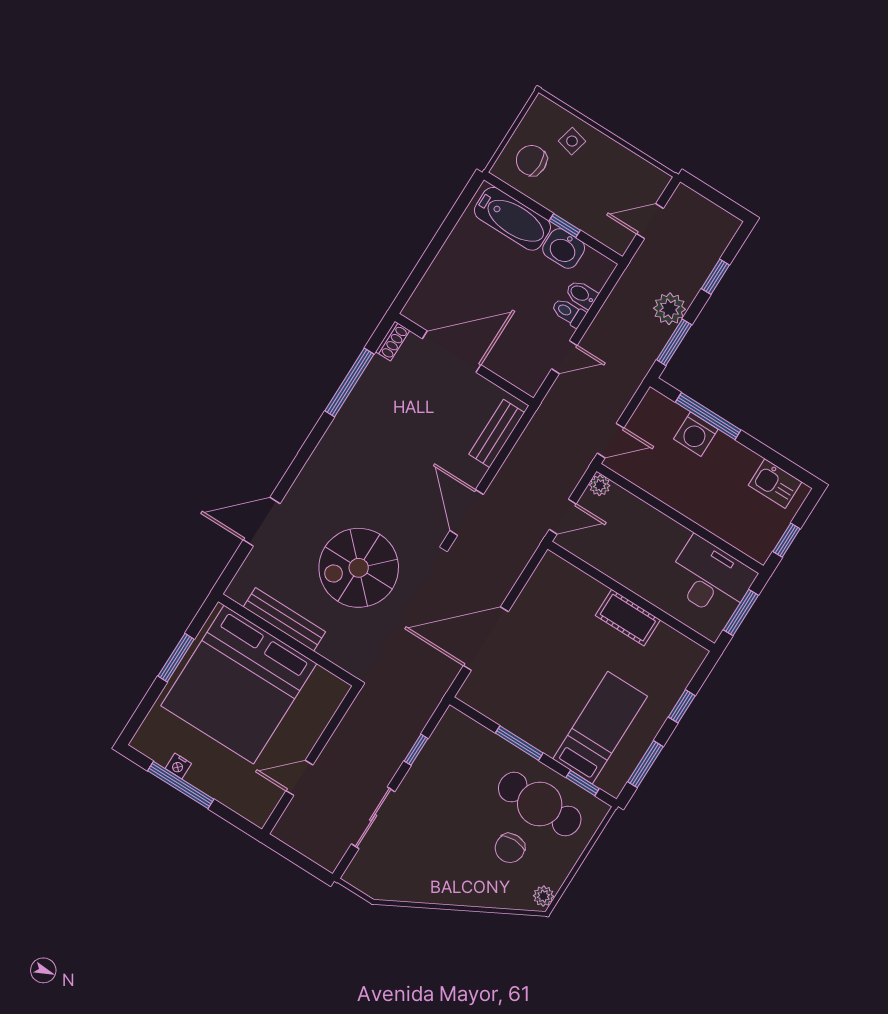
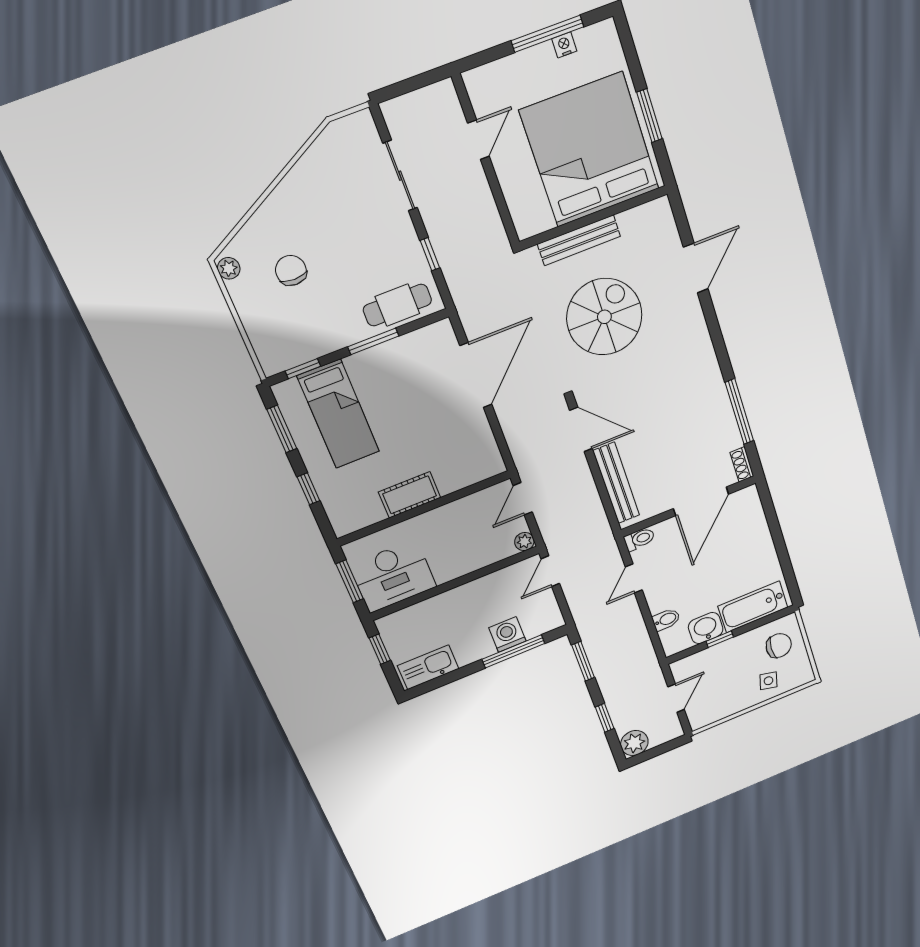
plant: (669, 309) -> (634, 743), moved
toilet: (569, 312) -> (639, 539), moved
bench: (497, 433) -> (616, 483), width x1.36
kitchen sink: (775, 484) -> (428, 667), width x1.38
bench: (284, 619) -> (579, 240), moved
cafe table: (540, 804) -> (397, 305), moved, width x0.73, depth x0.74

